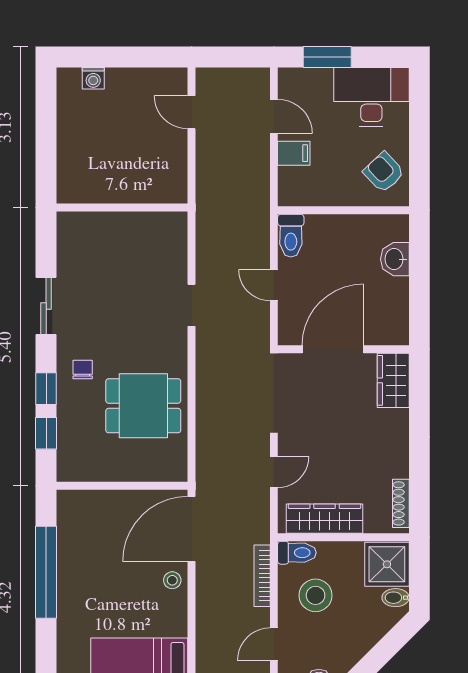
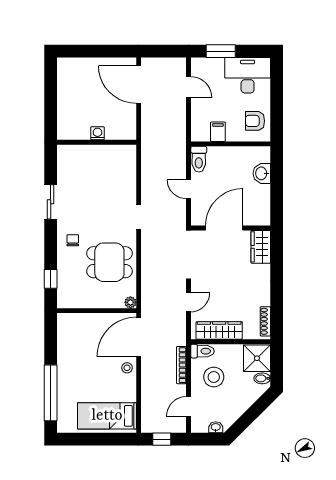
washing machine: (93, 78) -> (97, 133), moved, turned 180
door: (191, 112) -> (139, 85), width x1.88
filing cabinet: (294, 153) -> (218, 132), moved, turned -90
armchair: (384, 172) -> (255, 121), turned -47
doorway: (191, 305) -> (139, 217), moved
window: (46, 389) -> (51, 252), removed
plant: (178, 472) -> (130, 302), added
window: (46, 572) -> (51, 393), moved

